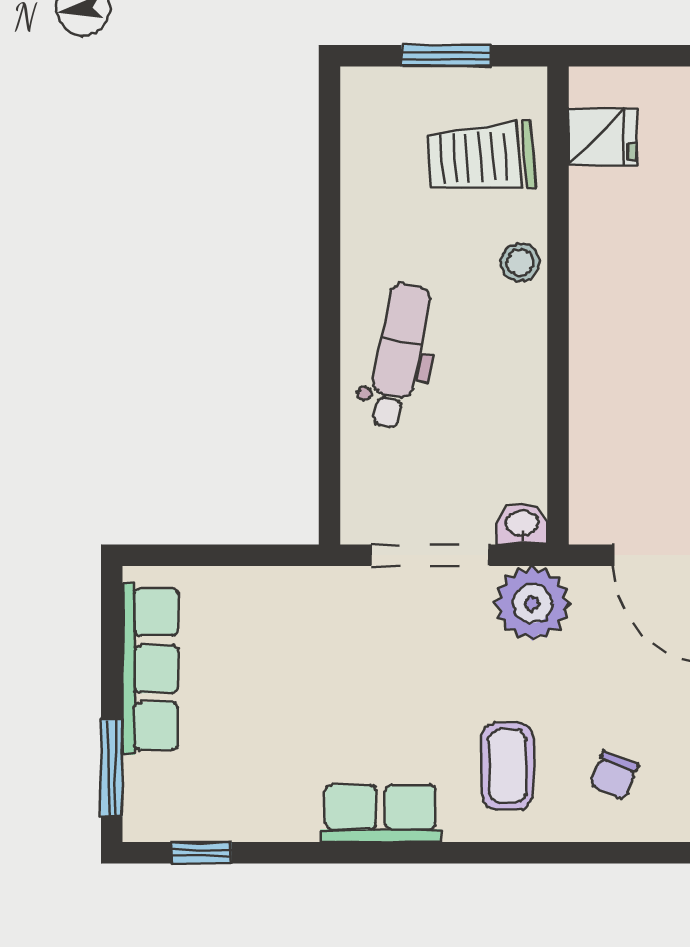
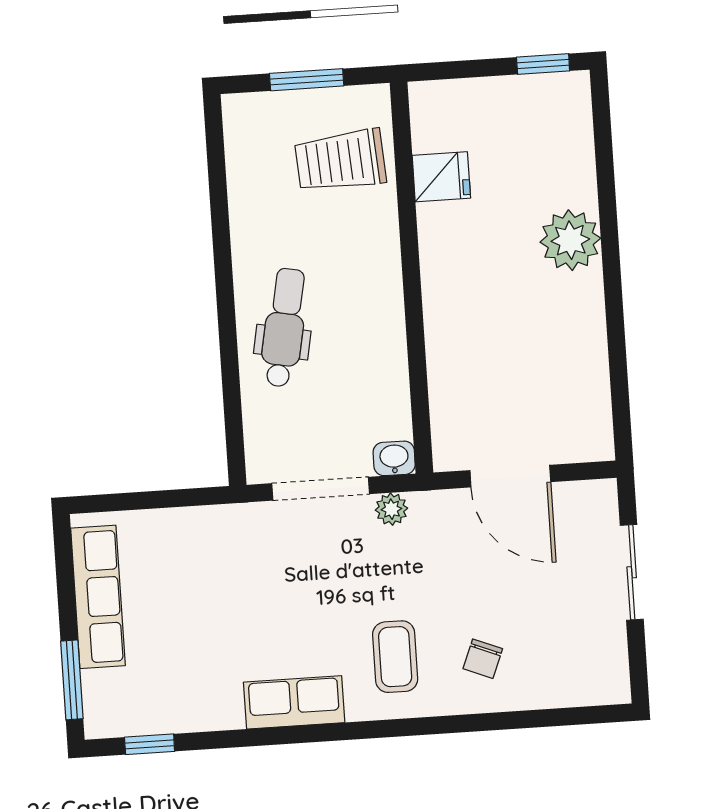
fridge: (602, 137) -> (441, 177), moved
stool: (520, 262) -> (378, 245), removed
plant: (532, 603) -> (391, 509), width x0.53, depth x0.53

